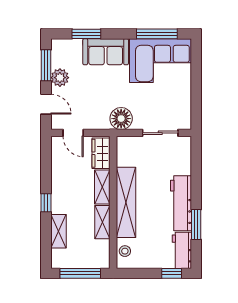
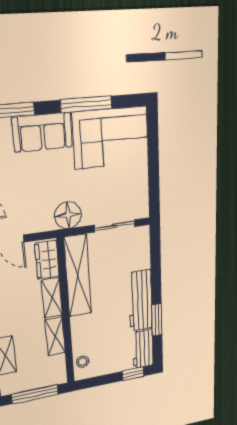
window: (157, 34) -> (86, 104), moved
shelving: (126, 202) -> (78, 276), moved

